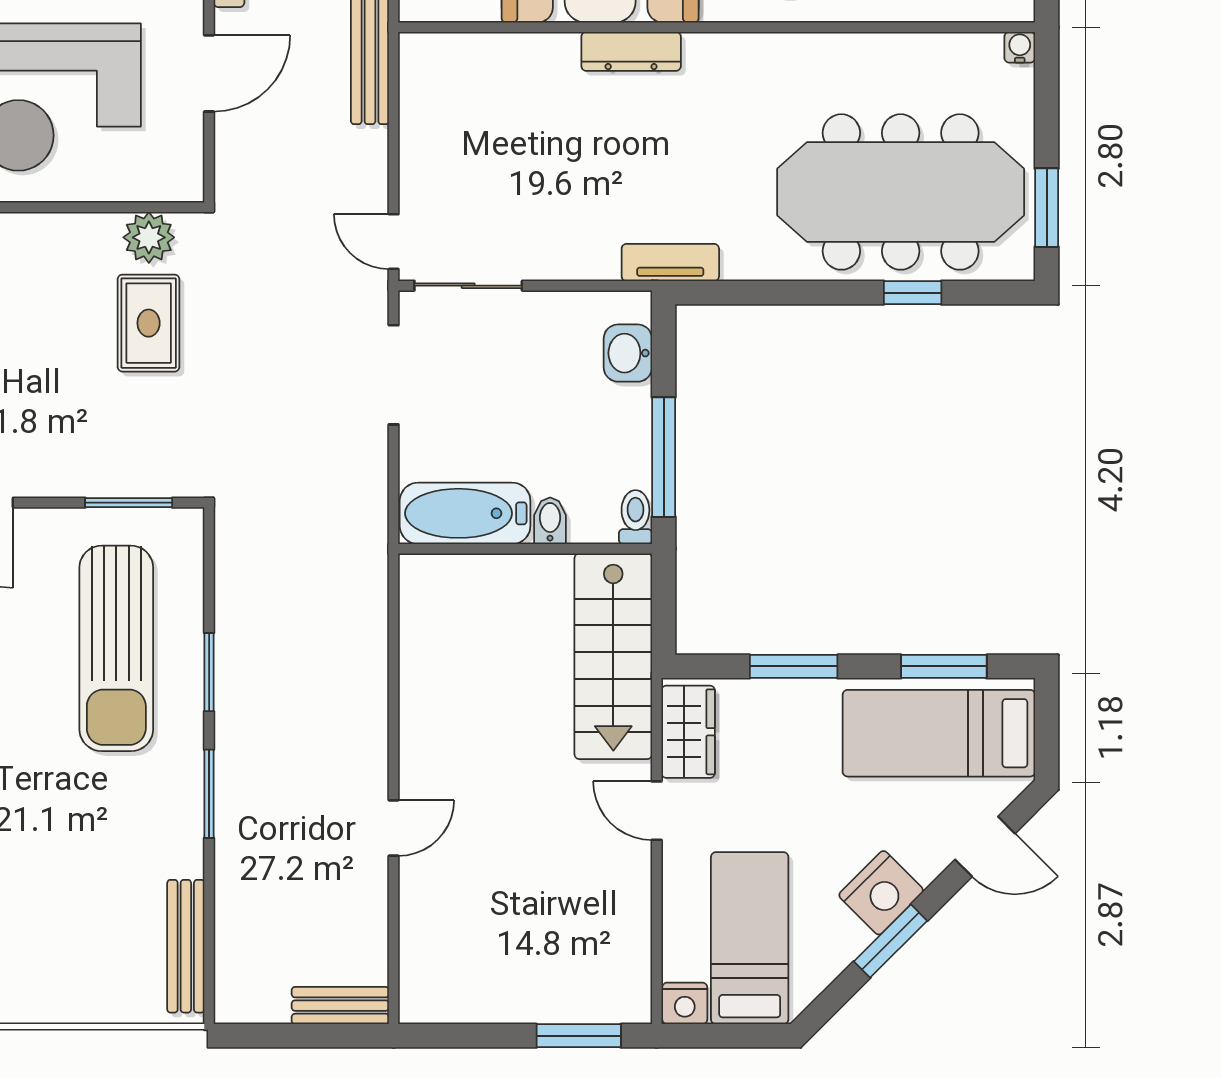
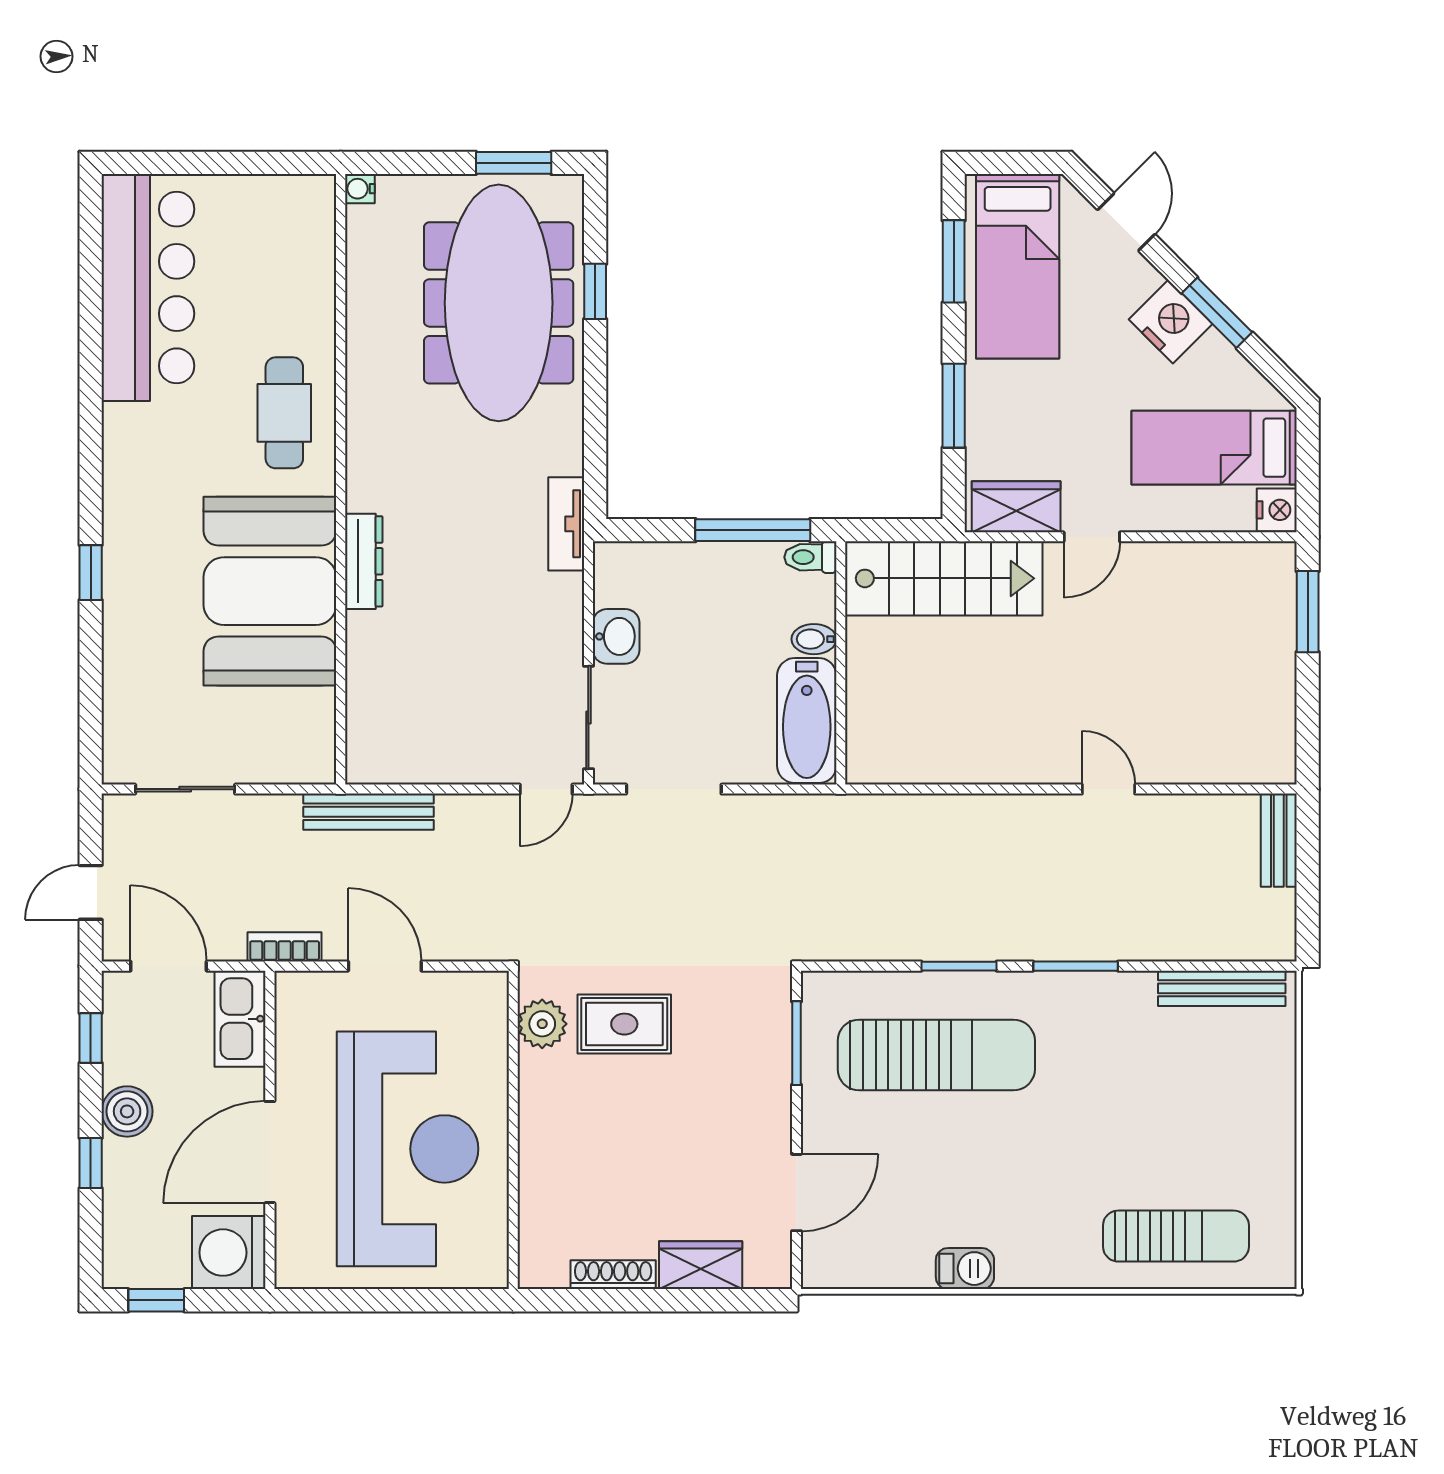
washbasin: (628, 353) -> (616, 636), moved, turned -90

